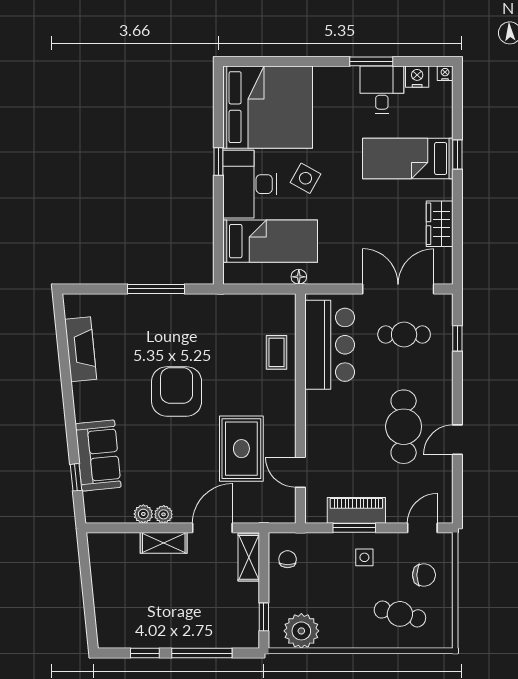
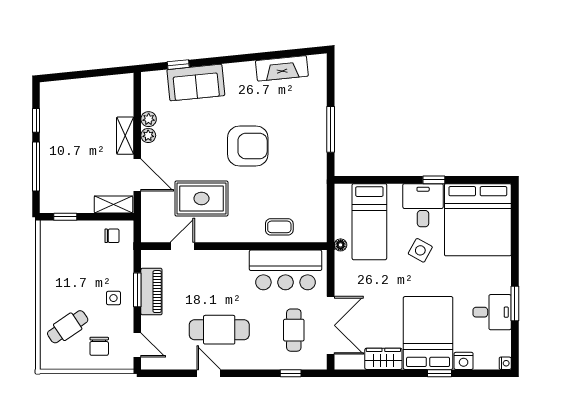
nightstand: (417, 77) -> (464, 361), moved, turned 90
bed: (408, 159) -> (428, 333), width x1.50
desk: (250, 184) -> (423, 205), width x0.73
cafe table: (400, 614) -> (68, 327), turned 42
plant: (301, 631) -> (54, 247), removed

